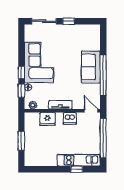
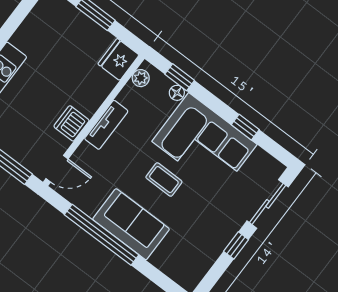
coffee table: (64, 67) -> (164, 180), added
window: (21, 73) -> (245, 127), moved
fridge: (48, 119) -> (118, 59), moved

